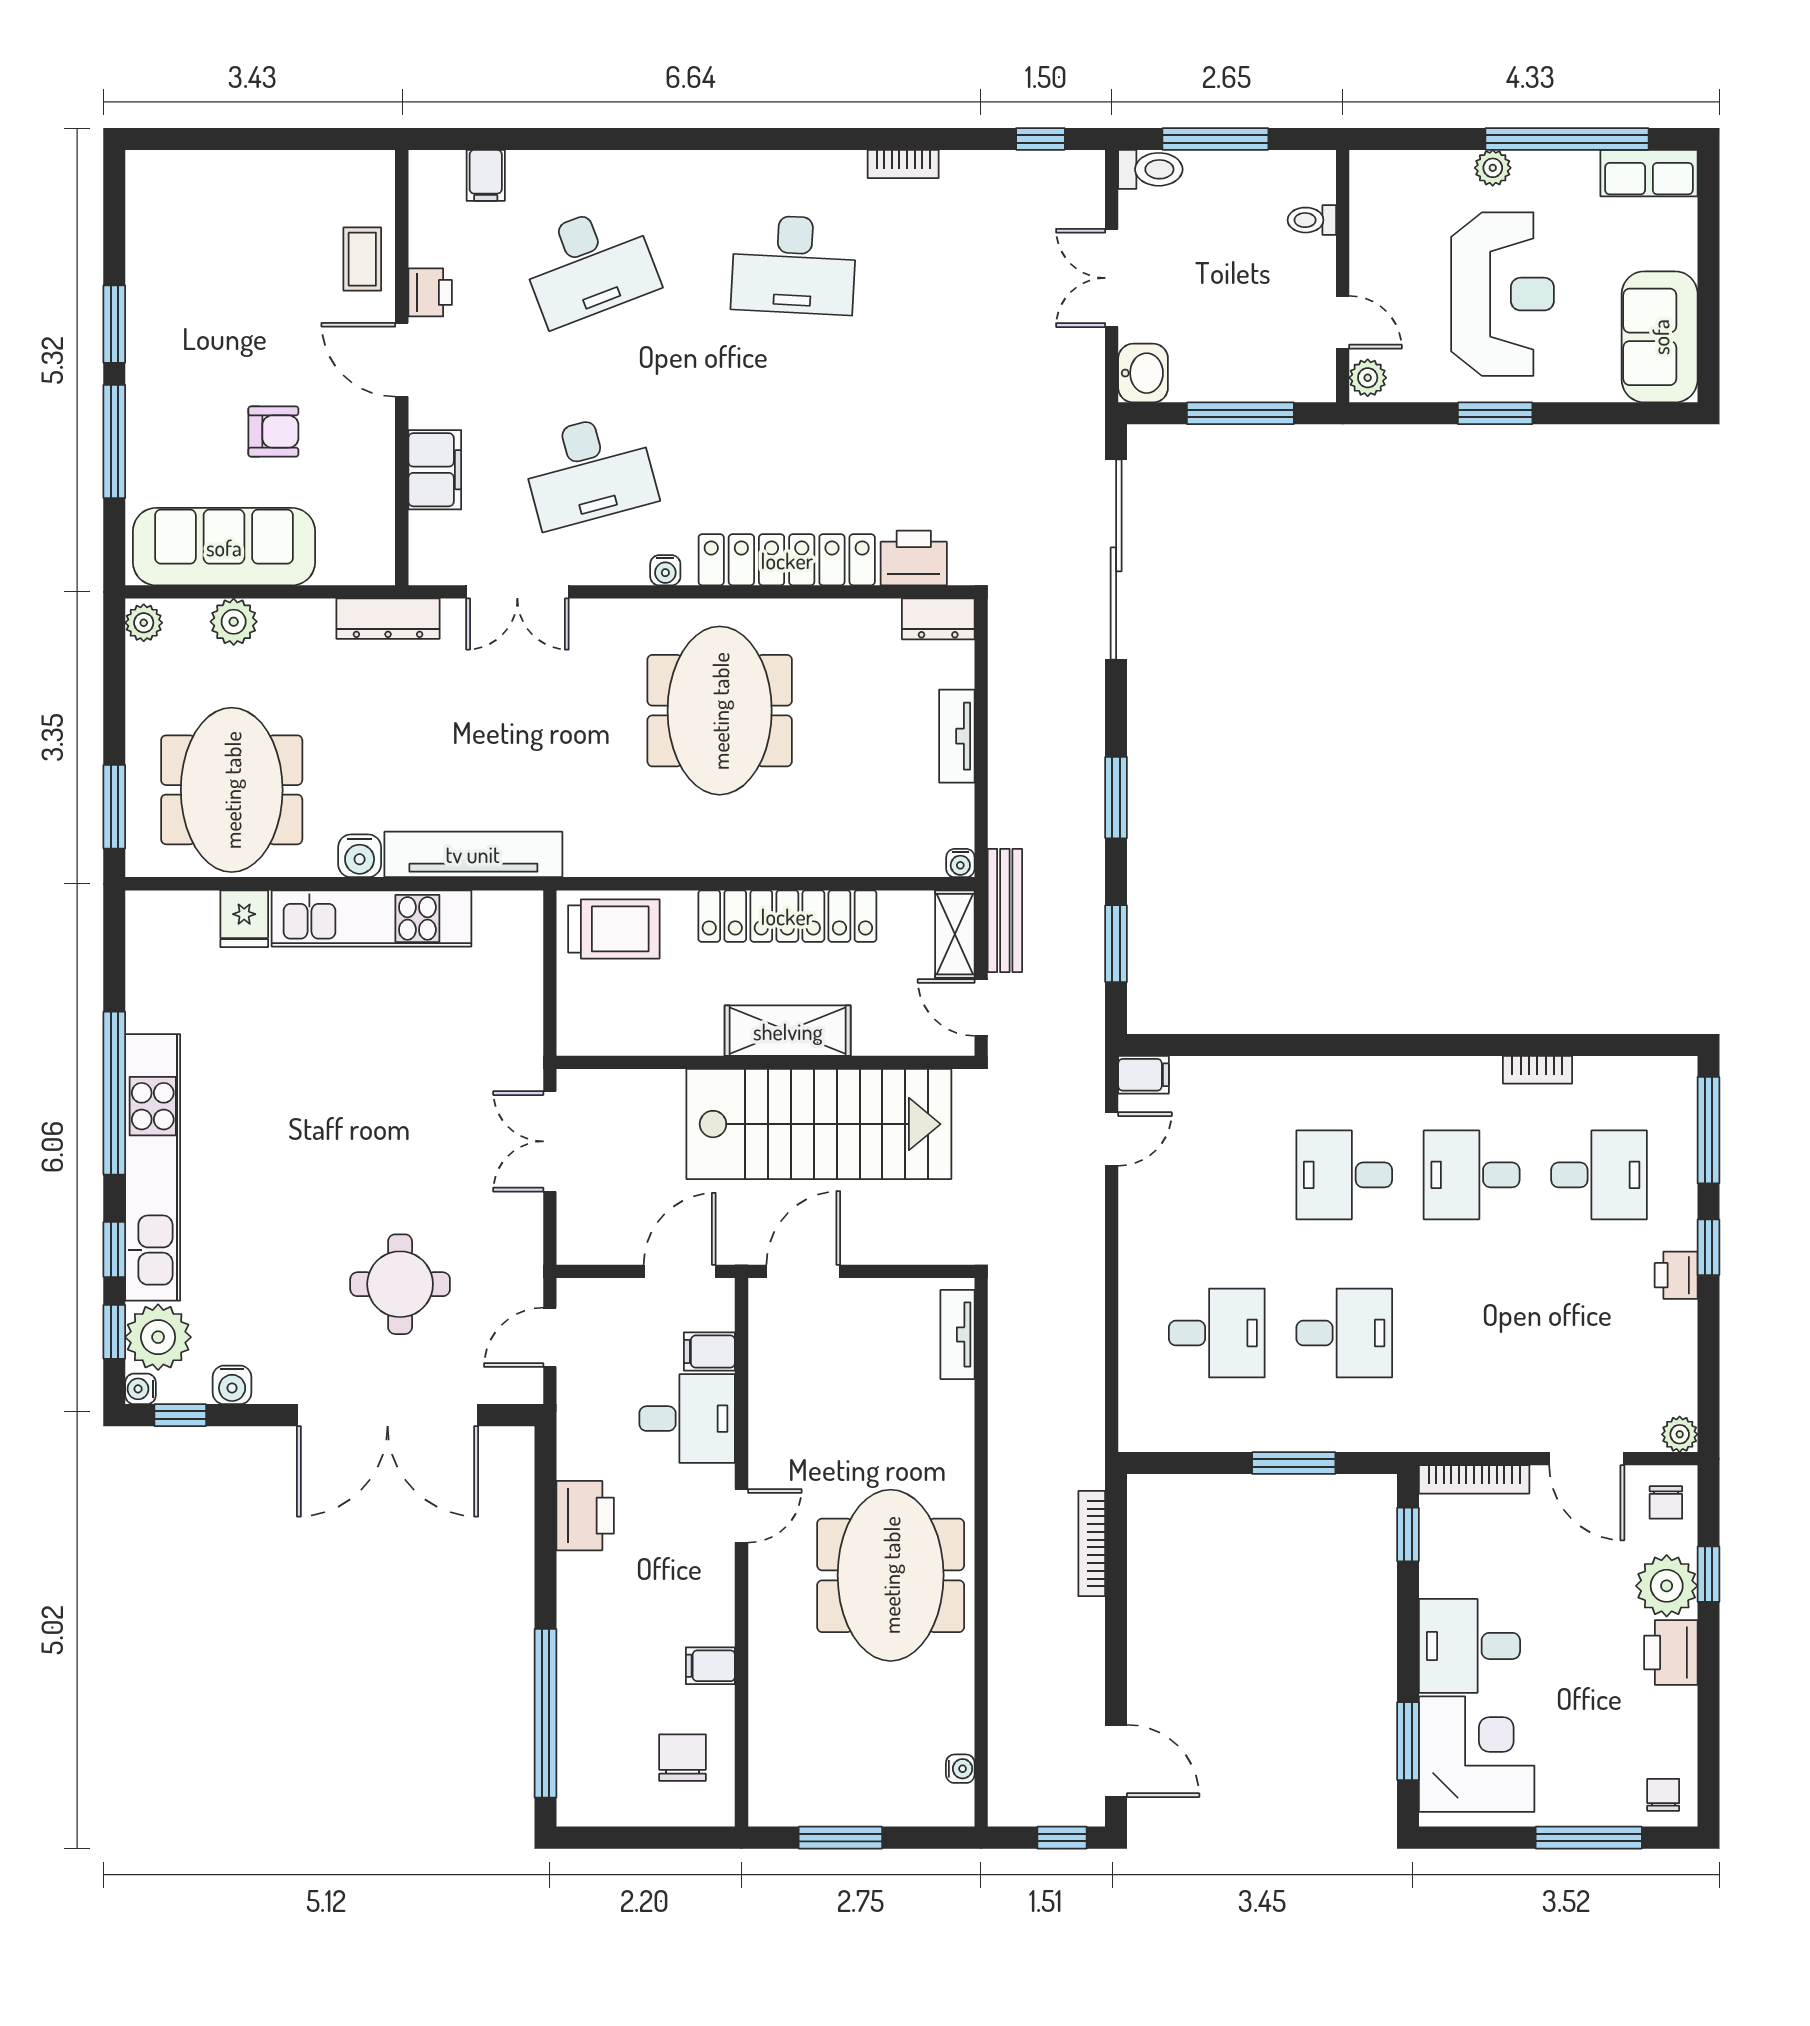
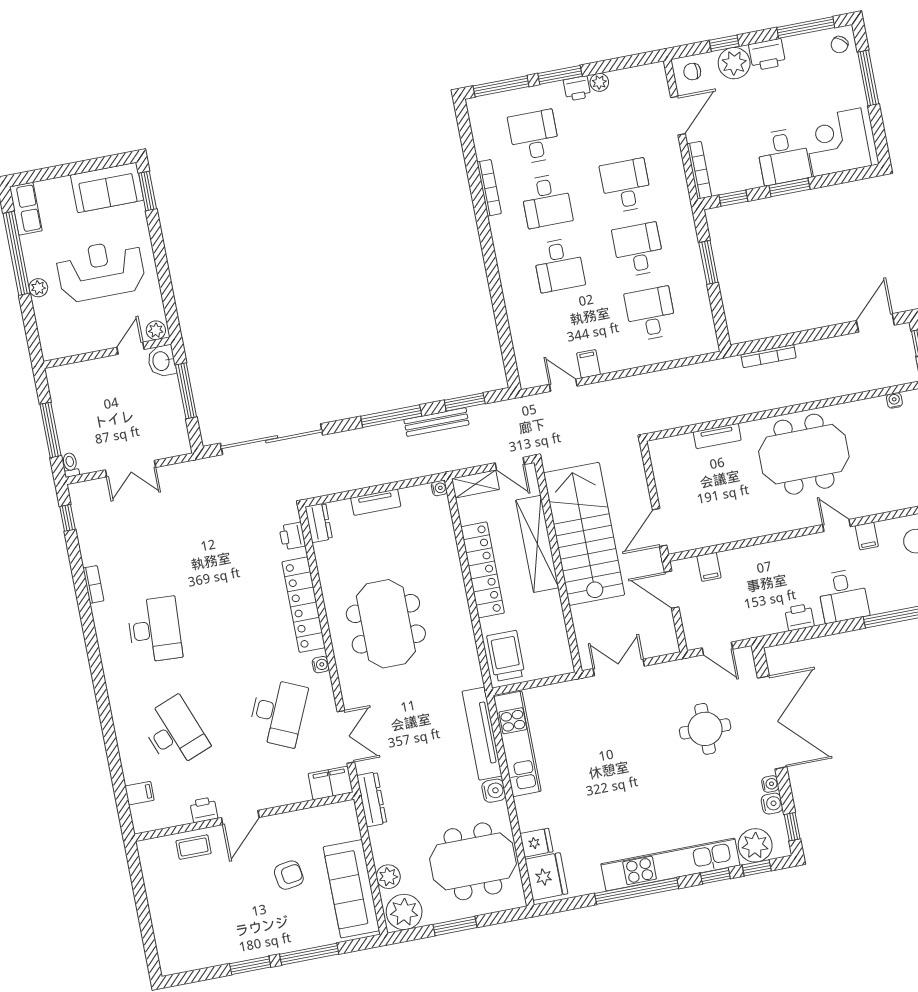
toilet: (1150, 169) -> (70, 465), width x0.73, depth x0.72
toilet: (1312, 220) -> (82, 374), removed
washbasin: (1143, 373) -> (162, 361), moved, turned -90
window: (1495, 413) -> (148, 191), moved
armchair: (273, 432) -> (289, 875), turned 81
filing cabinet: (435, 470) -> (331, 783), moved
desk: (589, 470) -> (278, 713), turned 39
printer: (914, 558) -> (292, 536), width x0.73, depth x0.81
plant: (144, 623) -> (404, 912), width x1.88, depth x1.88
meeting table: (720, 711) -> (386, 624), turned 90
window: (1116, 798) -> (391, 416), width x1.44
window: (114, 807) -> (455, 926), moved
bench: (1005, 910) -> (436, 422), moved
kitchen unit: (371, 918) -> (517, 744), moved
fridge: (176, 925) -> (546, 876), added
door: (981, 1007) -> (510, 464), hinge flipped
shelving: (788, 1031) -> (537, 544), width x1.47
bookcase: (1537, 1070) -> (489, 188), width x1.56
filing cabinet: (1144, 1075) -> (588, 364), moved
double door: (550, 1141) -> (619, 667), swing flipped
window: (1708, 1247) -> (560, 75), width x1.50
door: (803, 1271) -> (660, 527), hinge flipped
desk: (1472, 1333) -> (626, 186), added
tv unit: (957, 1334) -> (717, 436), moved
water cooler: (141, 1389) -> (770, 784), moved, turned -90
desk: (687, 1419) -> (843, 596), moved, turned 180
plant: (1680, 1434) -> (599, 82), moved
chair: (1666, 1502) -> (692, 72), turned 180
printer: (585, 1516) -> (799, 617), width x0.73, depth x0.81
door: (741, 1516) -> (837, 526), moved
window: (1708, 1736) -> (806, 28), added
window: (1408, 1741) -> (789, 187), moved
chair: (1663, 1795) -> (839, 45), turned -50

